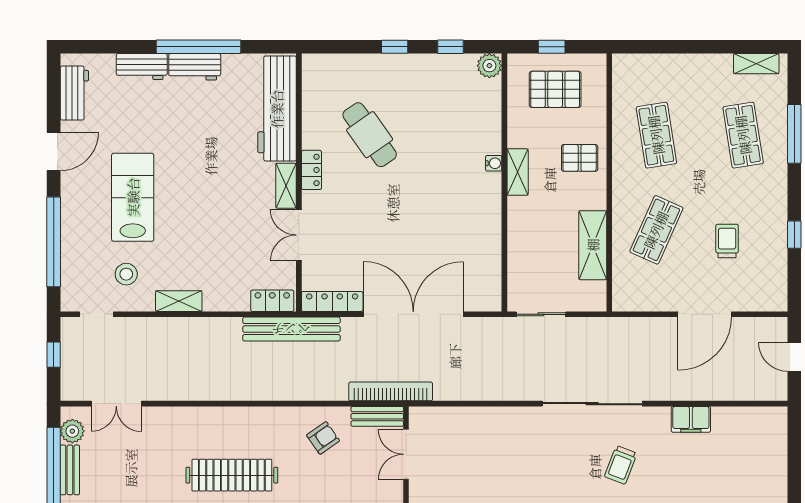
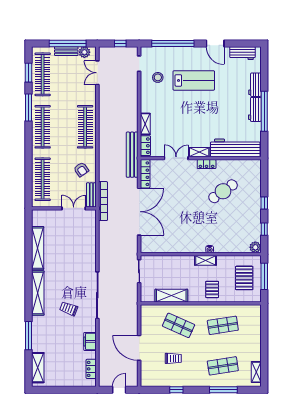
window: (552, 47) -> (264, 276), width x2.17
shelving: (179, 301) -> (145, 124), moved
locker: (750, 417) -> (91, 369), added
clothes rail: (232, 475) -> (85, 127), moved

